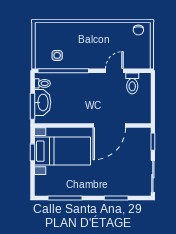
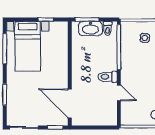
side table: (57, 55) -> (145, 38), moved
toilet: (132, 83) -> (108, 77), moved
door: (109, 125) -> (70, 103), moved
bed with nightstands: (62, 151) -> (28, 46), moved

